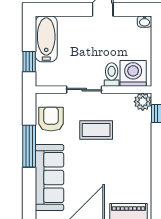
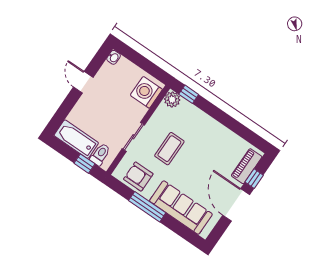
toilet: (112, 75) -> (100, 154), moved, turned 90

